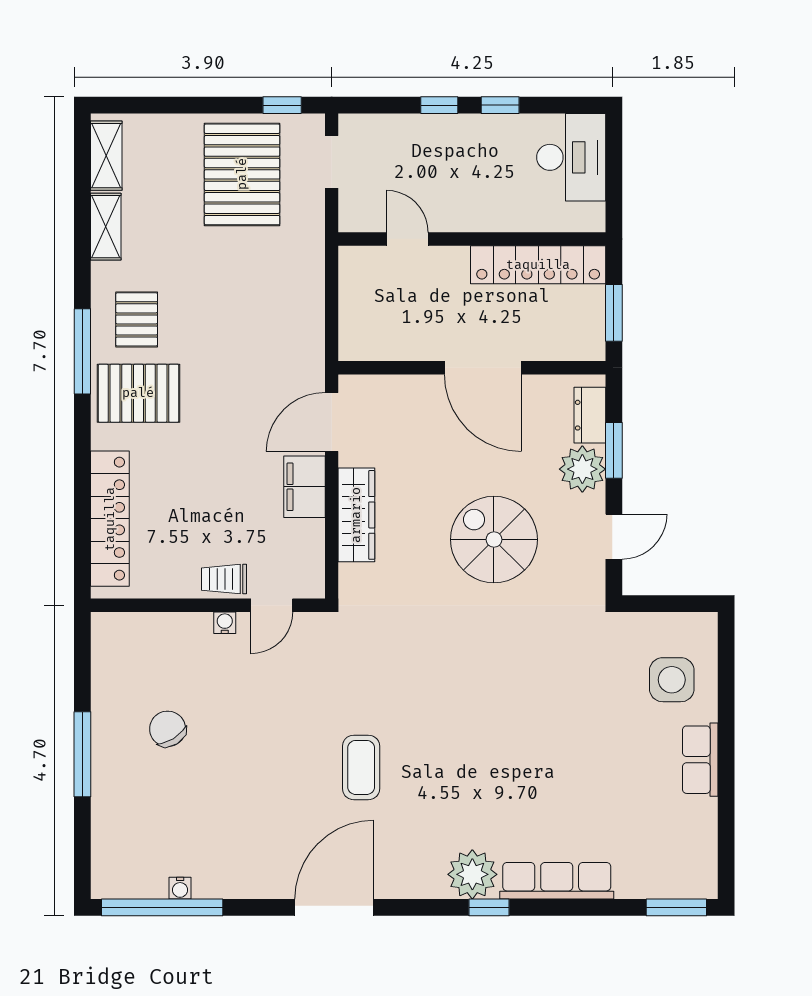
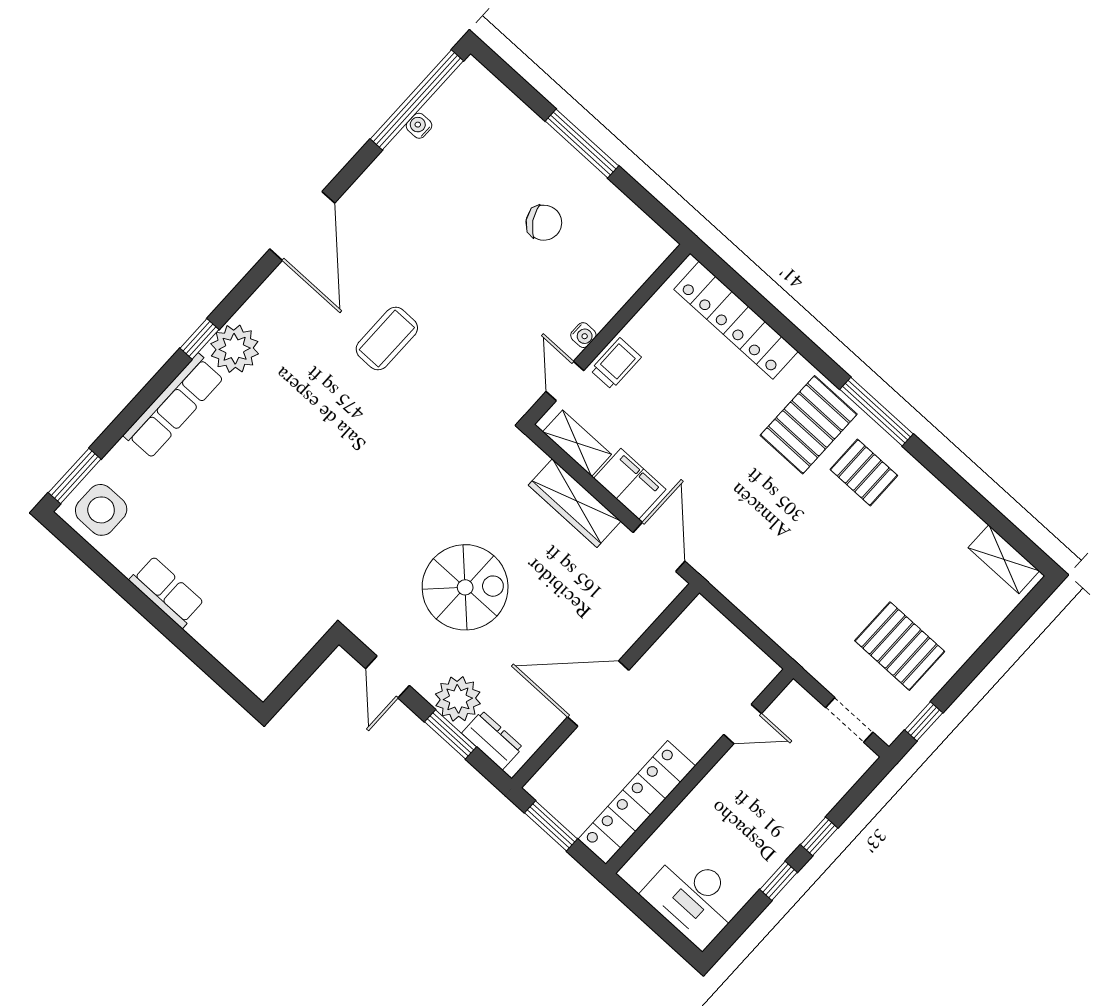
pallet: (242, 174) -> (900, 646), width x0.73, depth x0.71
shelving: (106, 227) -> (577, 443), moved
side table: (672, 680) -> (101, 510), moved
coffee table: (361, 767) -> (387, 339), turned 90

